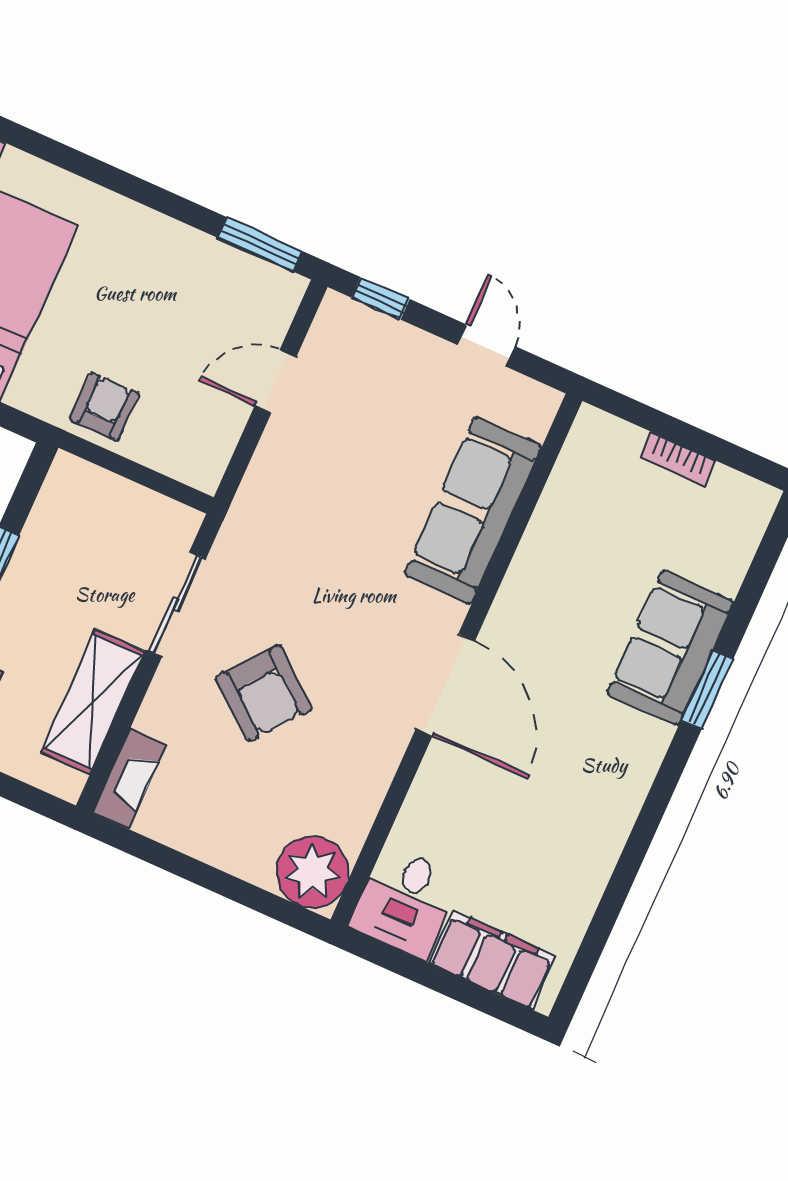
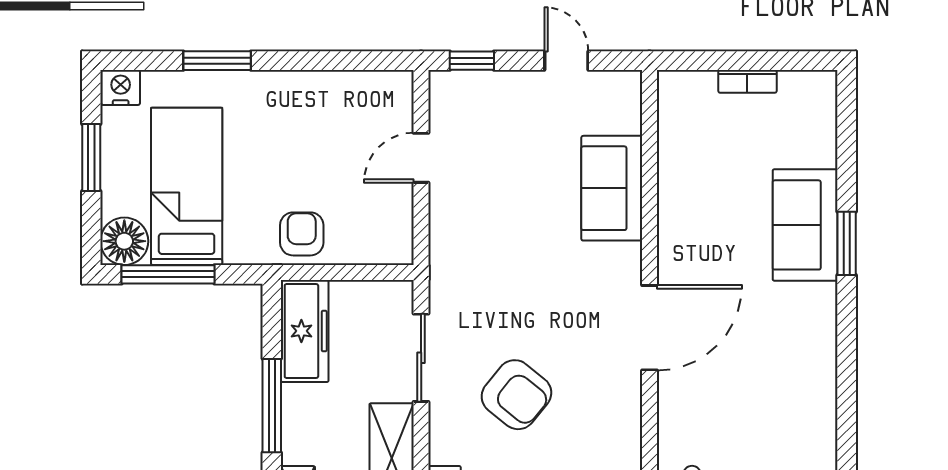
window: (260, 245) -> (217, 61), moved
sofa: (473, 510) -> (612, 188), width x0.73
freezer: (59, 517) -> (305, 331), added
door: (445, 685) -> (649, 328), hinge flipped

